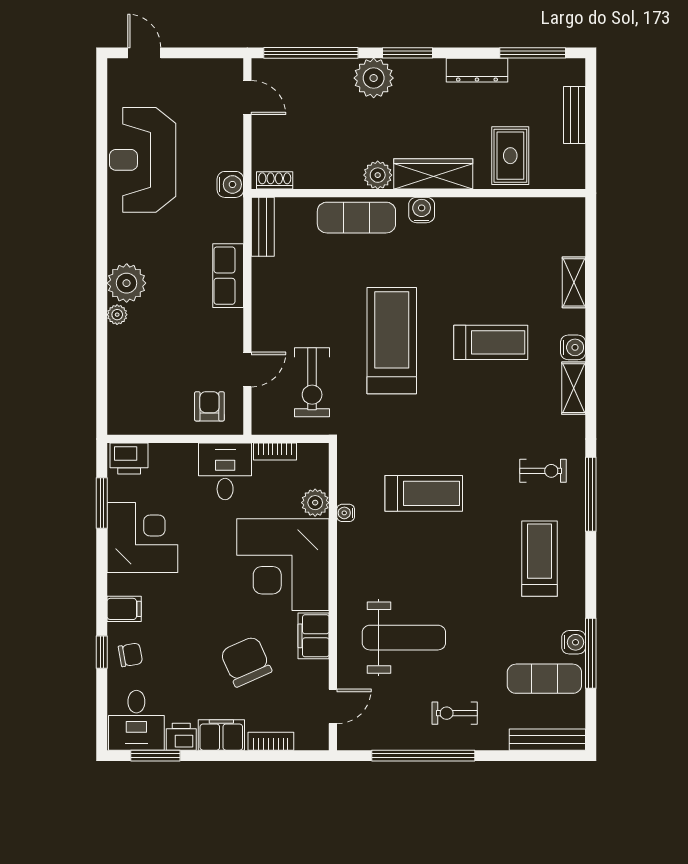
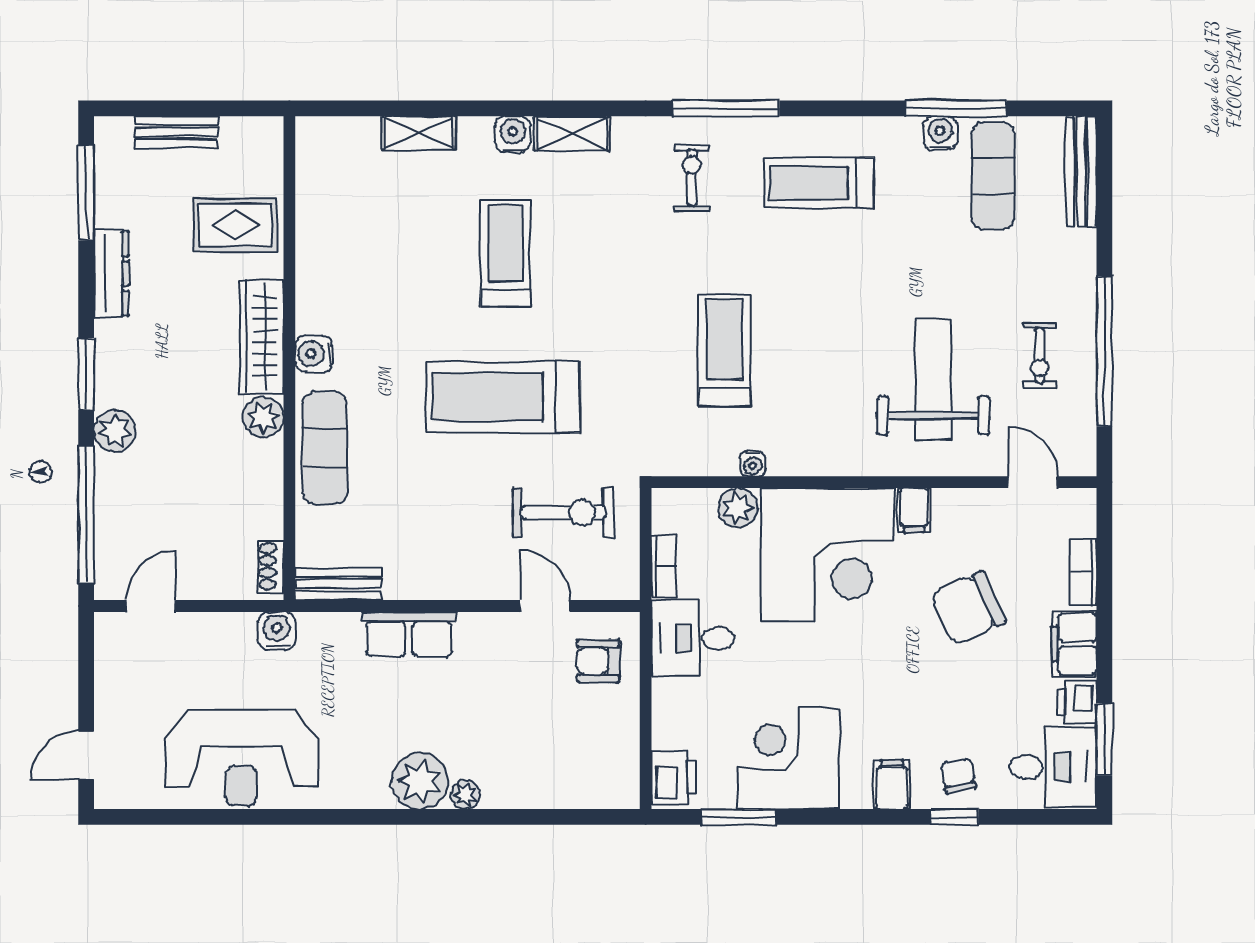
plant: (374, 78) -> (115, 431), width x0.73, depth x0.73
filing cabinet: (314, 636) -> (914, 510), width x0.50
exercise bike: (455, 713) -> (1040, 356), moved

